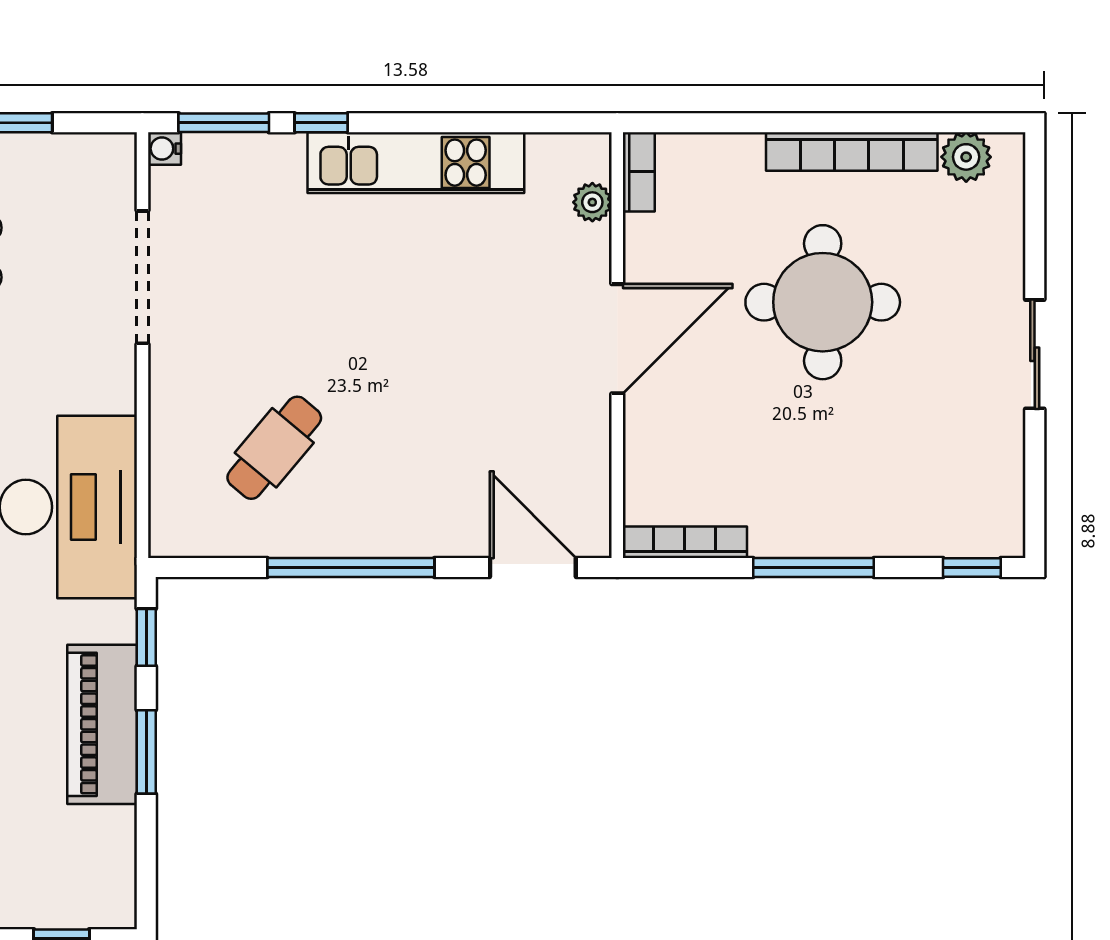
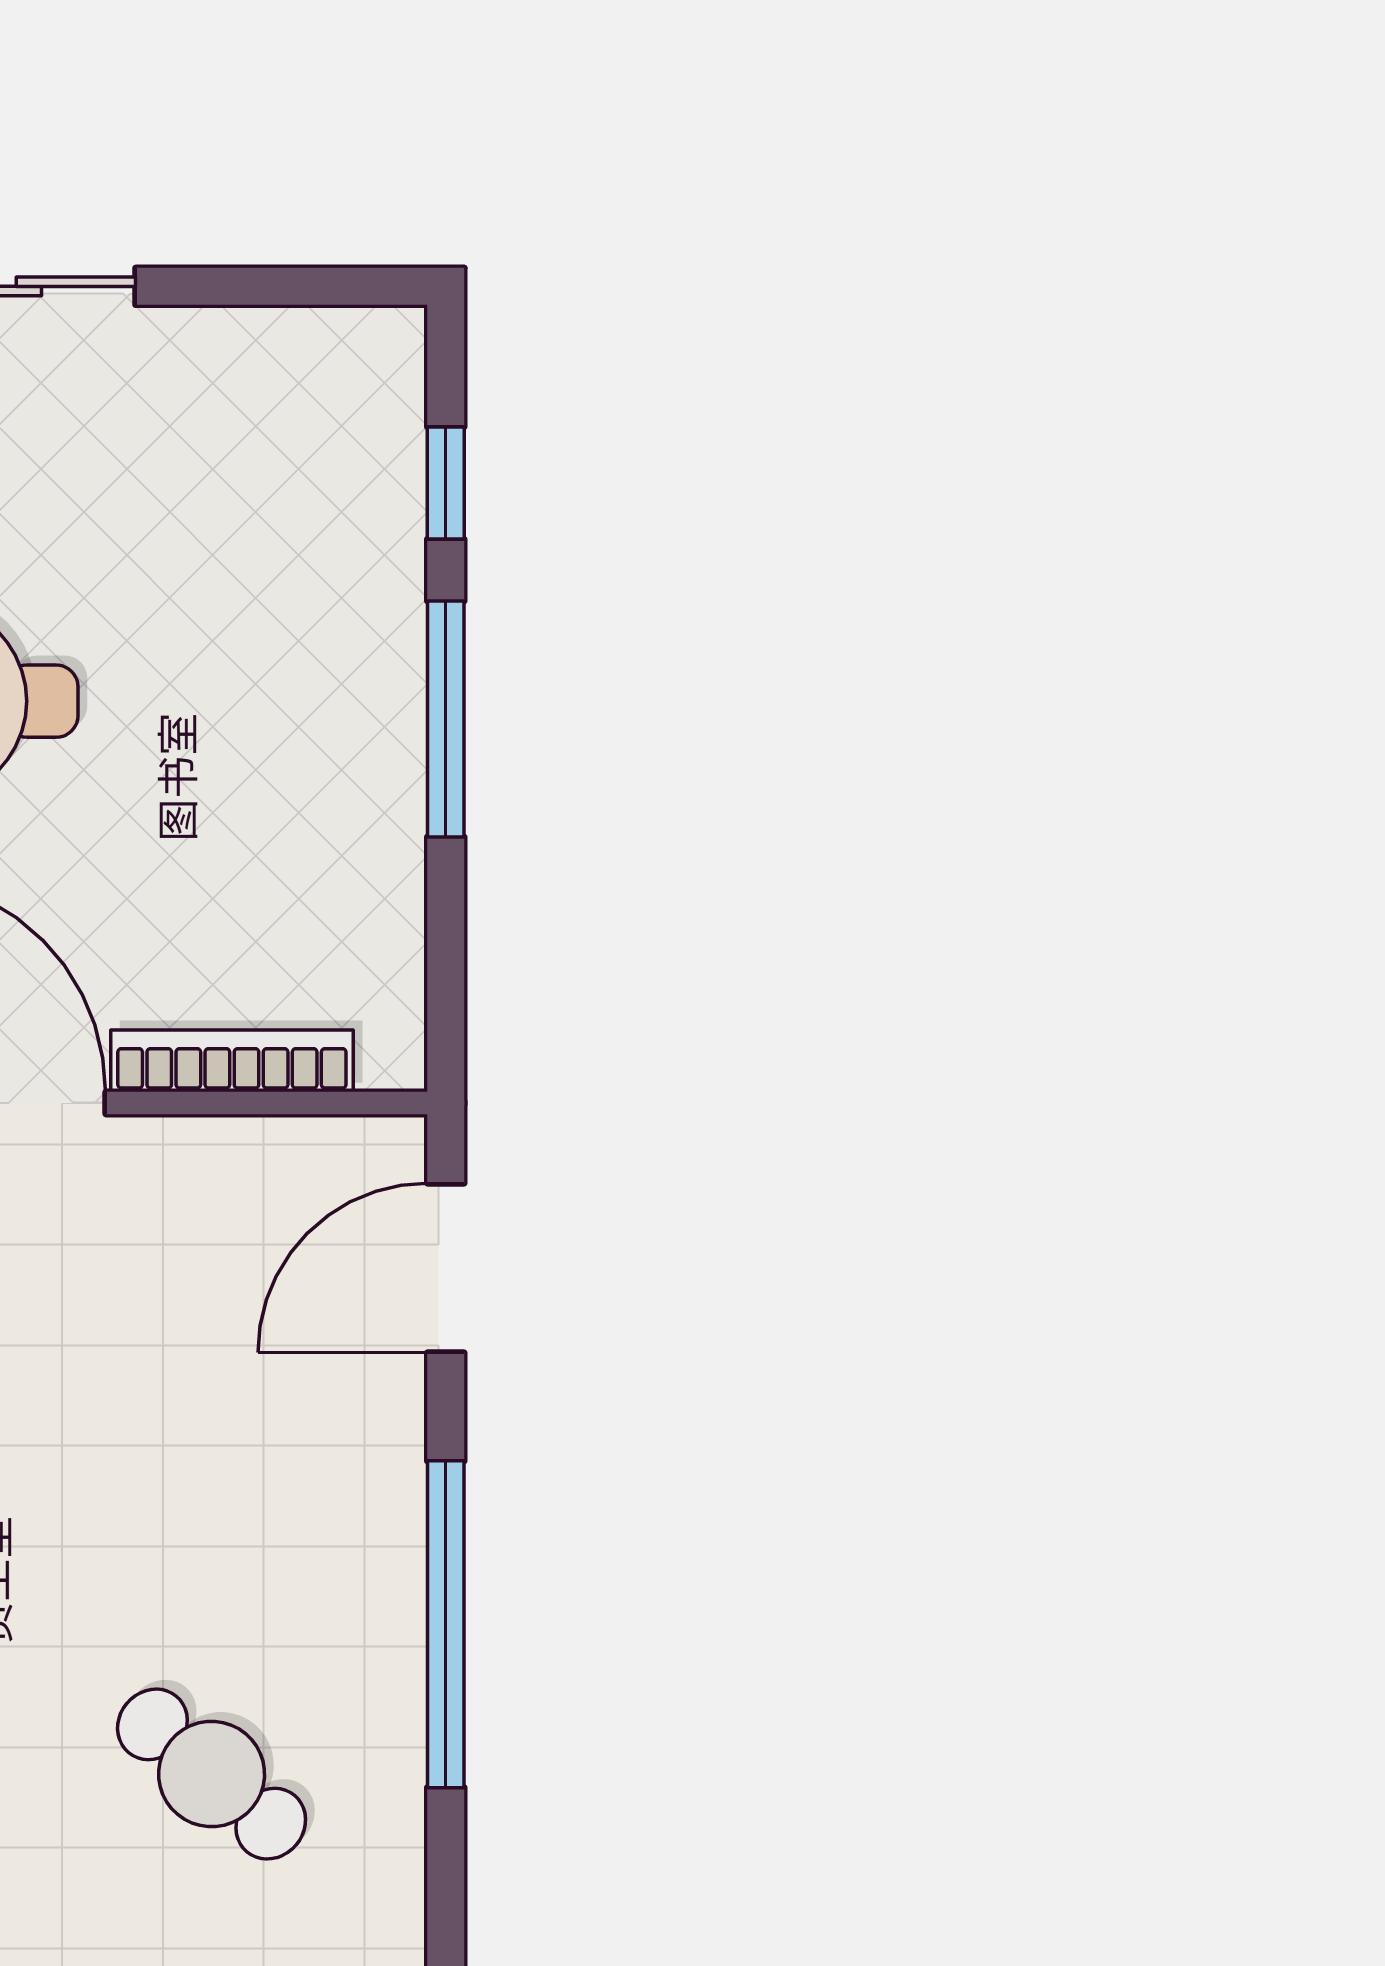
bookcase: (685, 542) -> (232, 1061), moved, turned 90
window: (972, 567) -> (446, 483), moved

